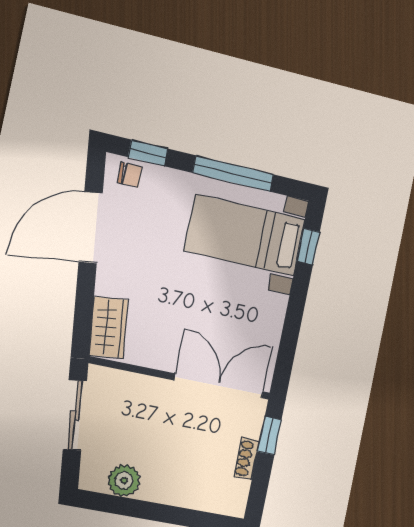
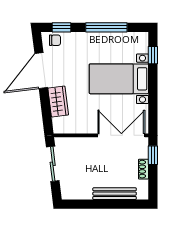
bed with nightstands: (245, 235) -> (119, 79), moved
wardrobe: (109, 328) -> (58, 102), moved
plant: (124, 480) -> (84, 191), removed
bench: (183, 496) -> (115, 194), added

